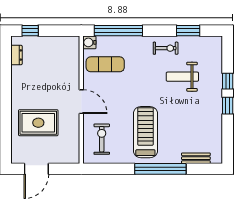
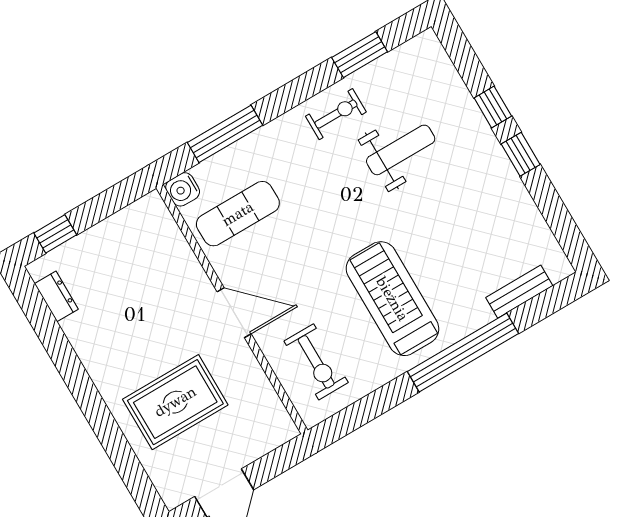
window: (118, 31) -> (225, 134), width x0.68
weight bench: (182, 77) -> (401, 150), turned 180
exercise bike: (102, 139) -> (316, 362), turned 180

